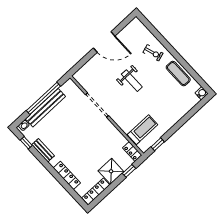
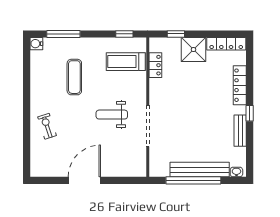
door: (104, 42) -> (84, 180), hinge flipped
exercise mat: (178, 74) -> (74, 77), moved
weight bench: (132, 81) -> (112, 115), moved, turned -90
window: (192, 113) -> (63, 34), added
window: (26, 143) -> (250, 113), moved
locker: (132, 151) -> (155, 65), moved

